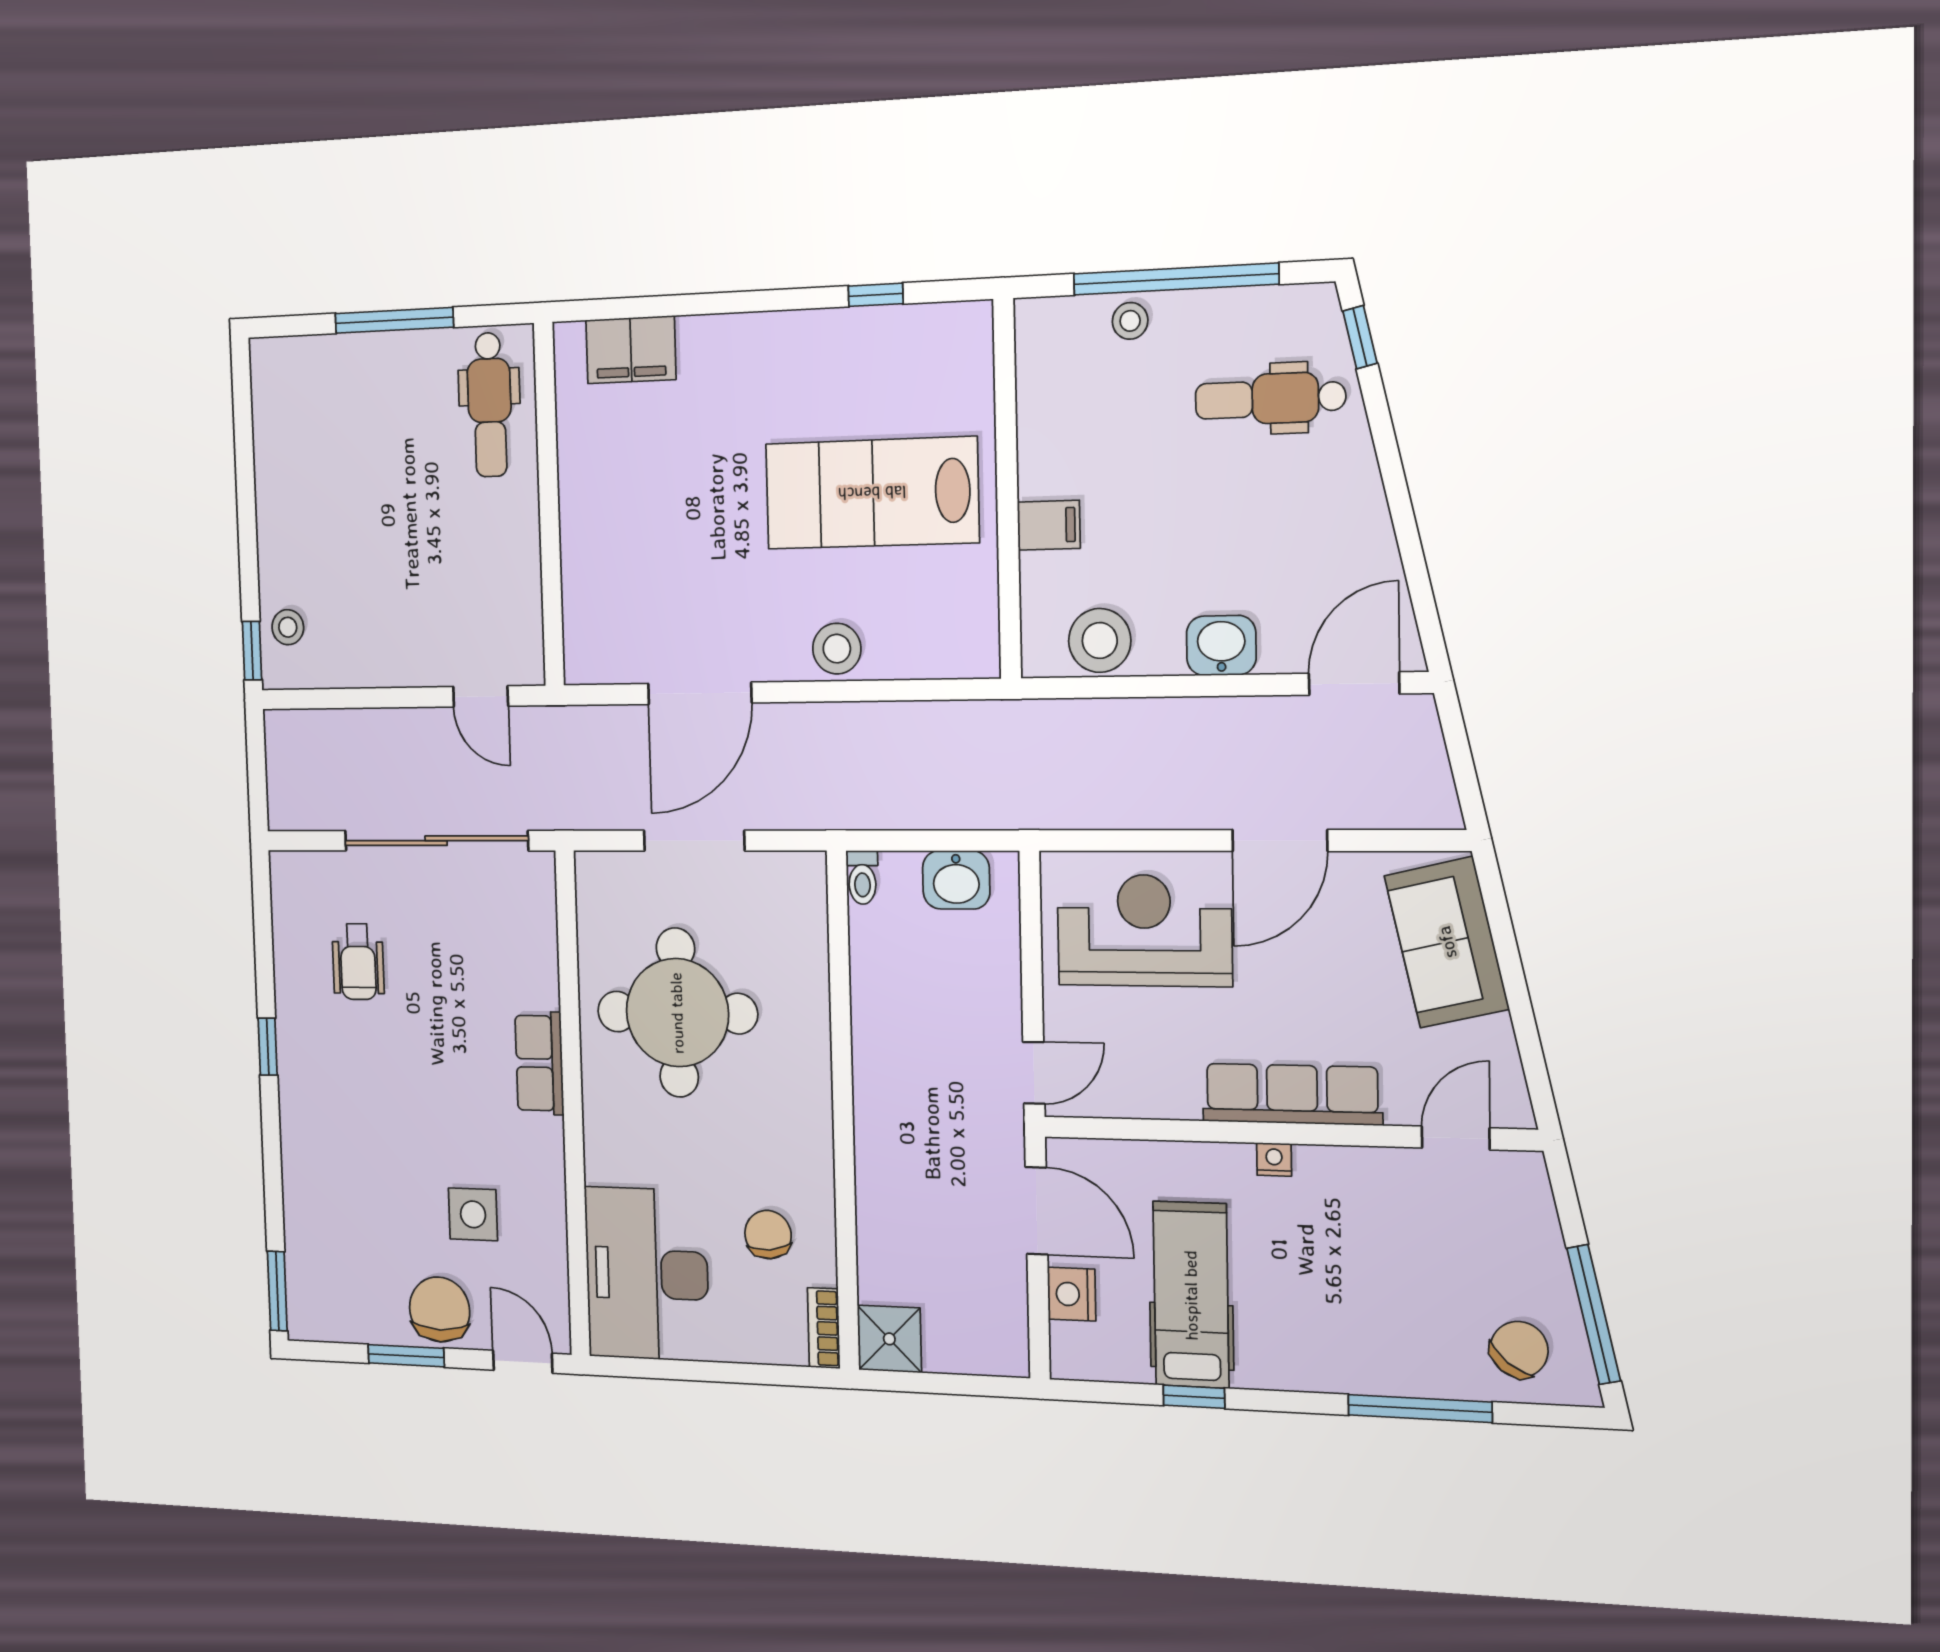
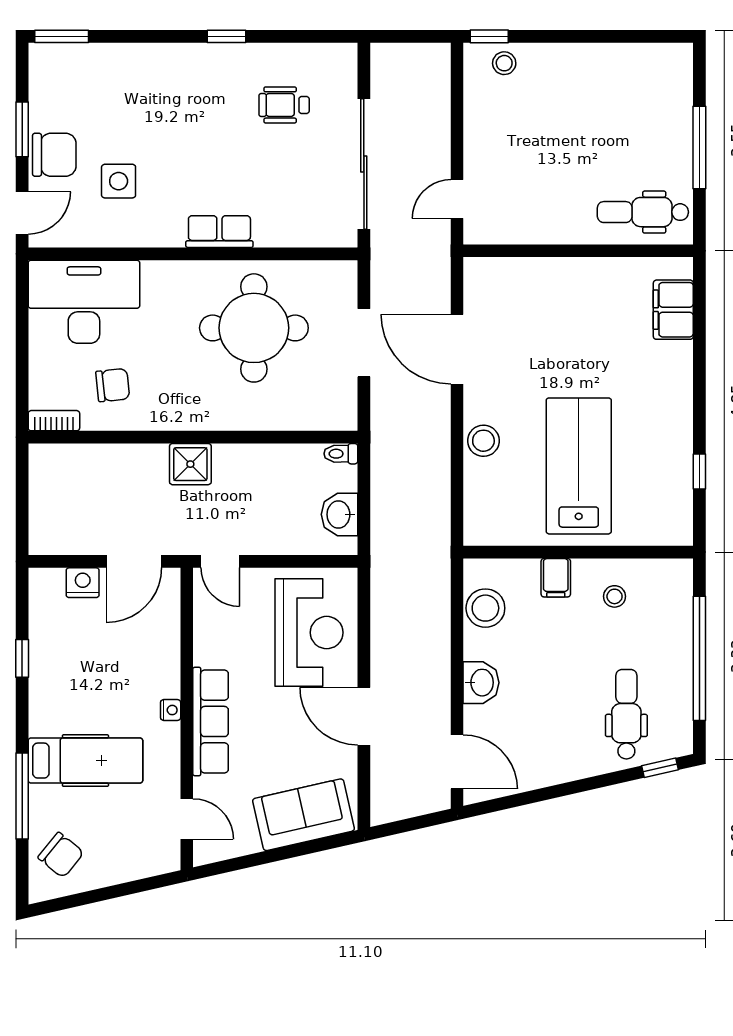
stool: (1130, 321) -> (615, 596), moved
hospital bed: (1191, 1295) -> (85, 761), moved
window: (1594, 1315) -> (84, 898), removed
shower: (889, 1339) -> (190, 464), moved

